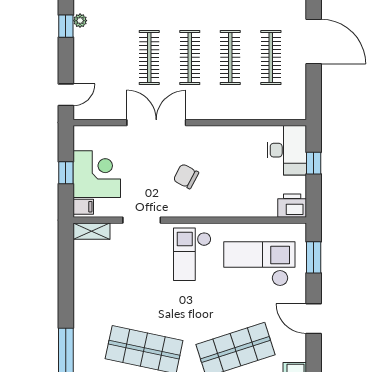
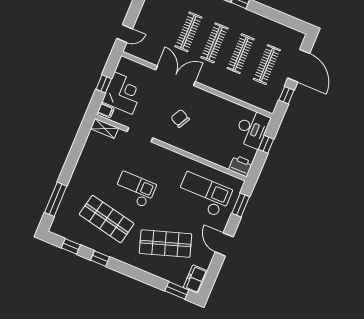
window: (314, 87) -> (286, 95), added
checkout: (192, 254) -> (135, 190), moved, turned 90

